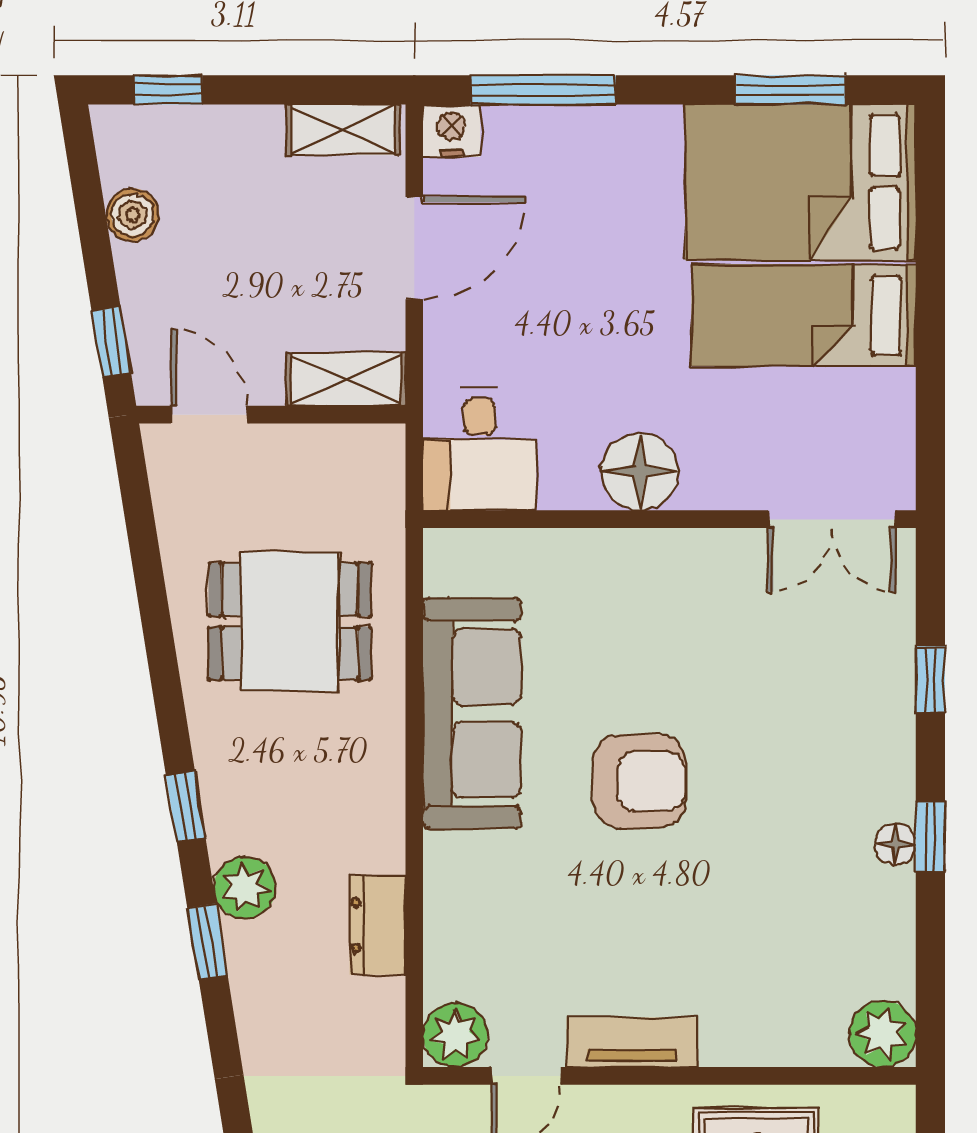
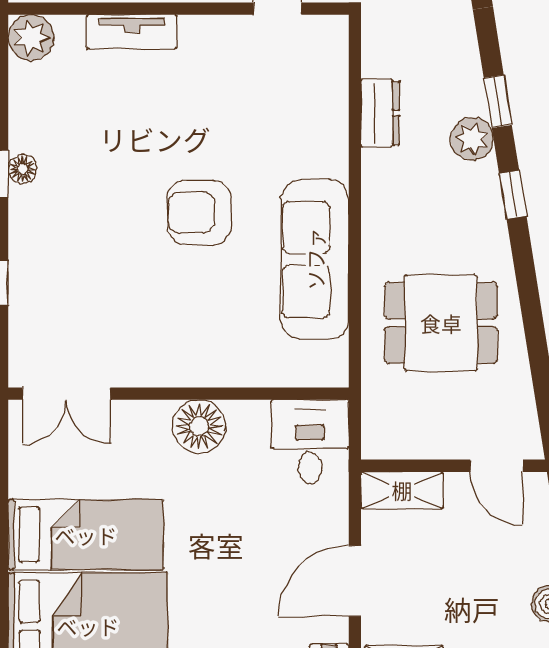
double door: (832, 519) -> (66, 394), swing flipped
plant: (455, 1035) -> (327, 37), removed
tv unit: (632, 1042) -> (132, 32), moved

